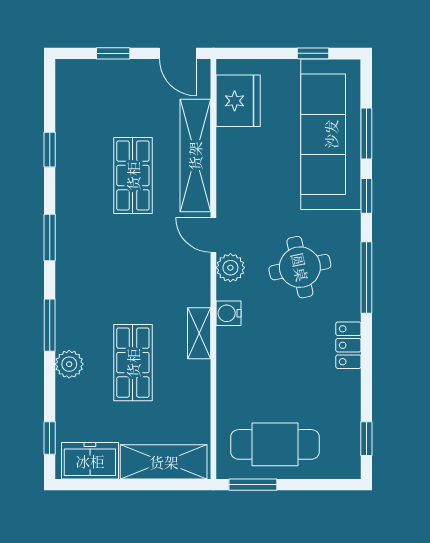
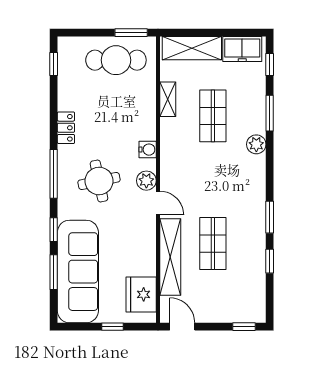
window: (113, 53) -> (244, 327), moved
window: (313, 53) -> (112, 327), moved
window: (50, 238) -> (270, 217), moved
window: (50, 325) -> (270, 113), moved
shelving: (199, 333) -> (168, 99), moved
plant: (69, 364) -> (256, 144), moved

